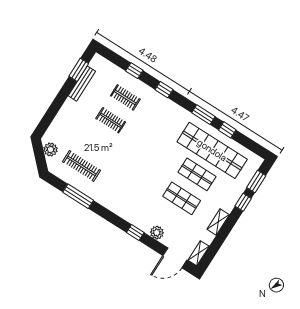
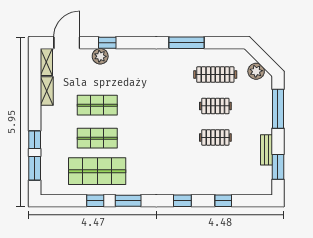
bench: (82, 84) -> (266, 150), width x0.73
clothes rail: (125, 97) -> (215, 106), moved
window: (52, 112) -> (278, 109), added
shop shelf: (212, 150) -> (97, 171), width x0.71
window: (78, 196) -> (187, 43), moved
shelving: (218, 222) -> (47, 91), moved
window: (135, 233) -> (107, 43), moved

